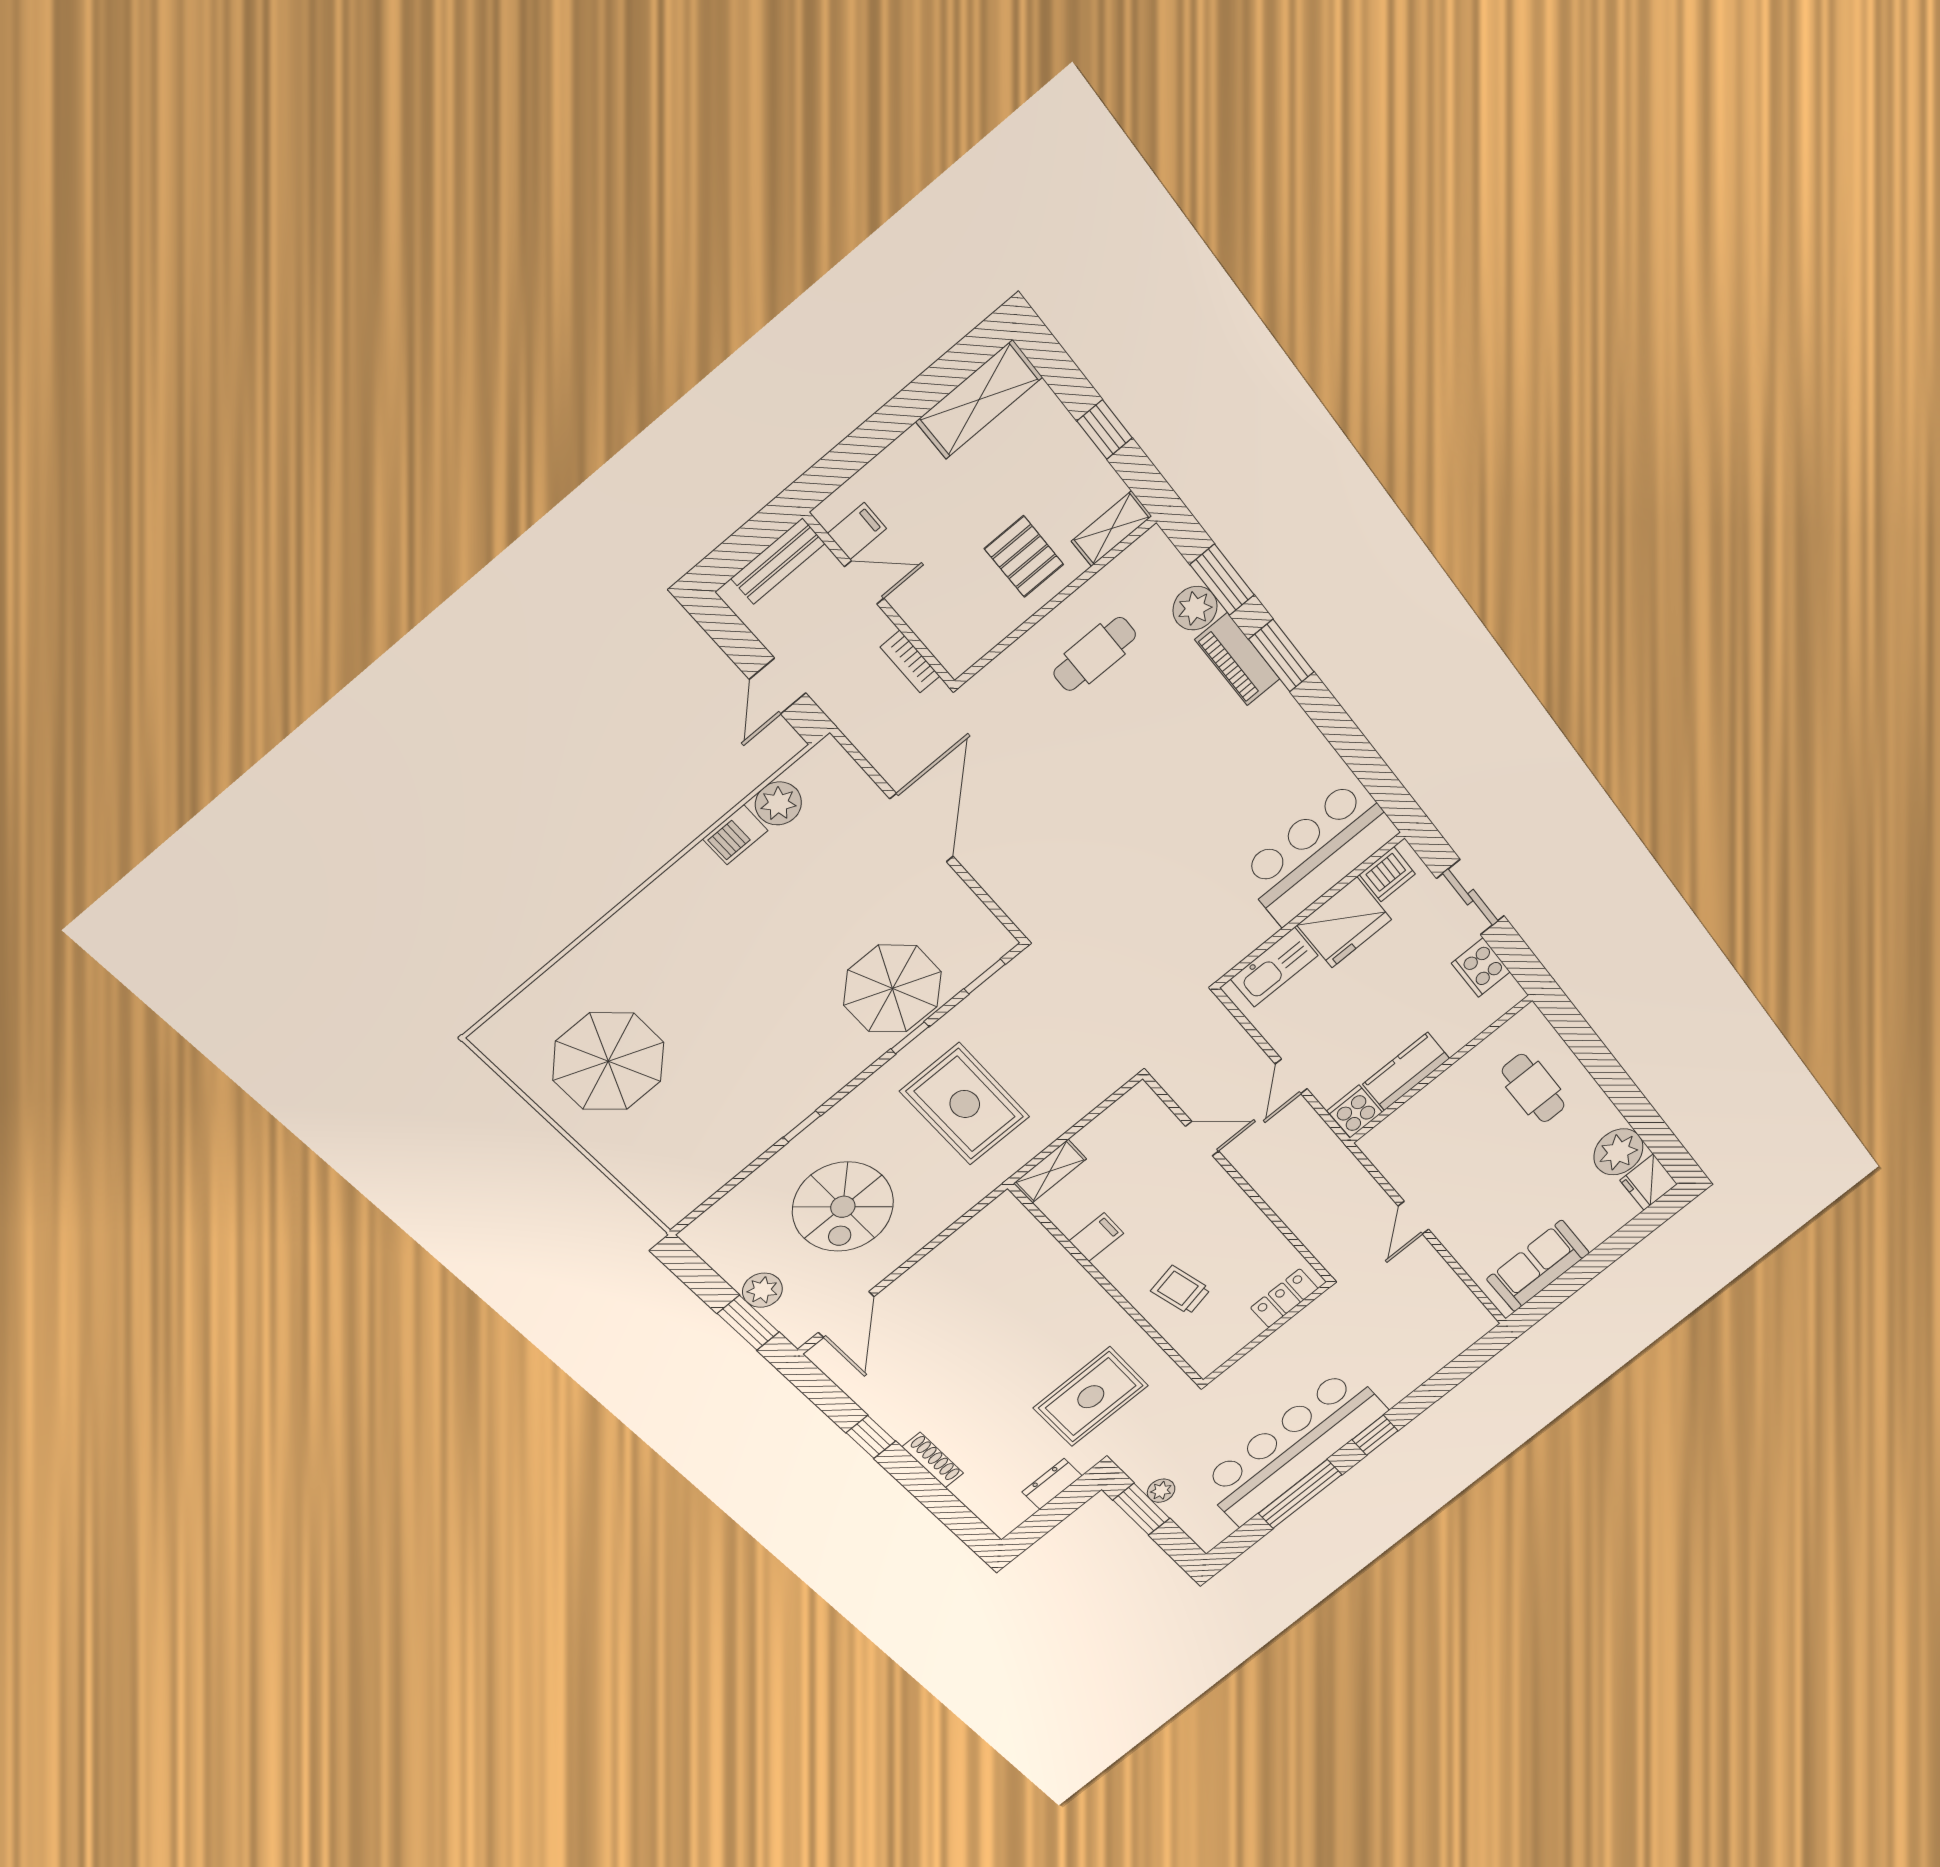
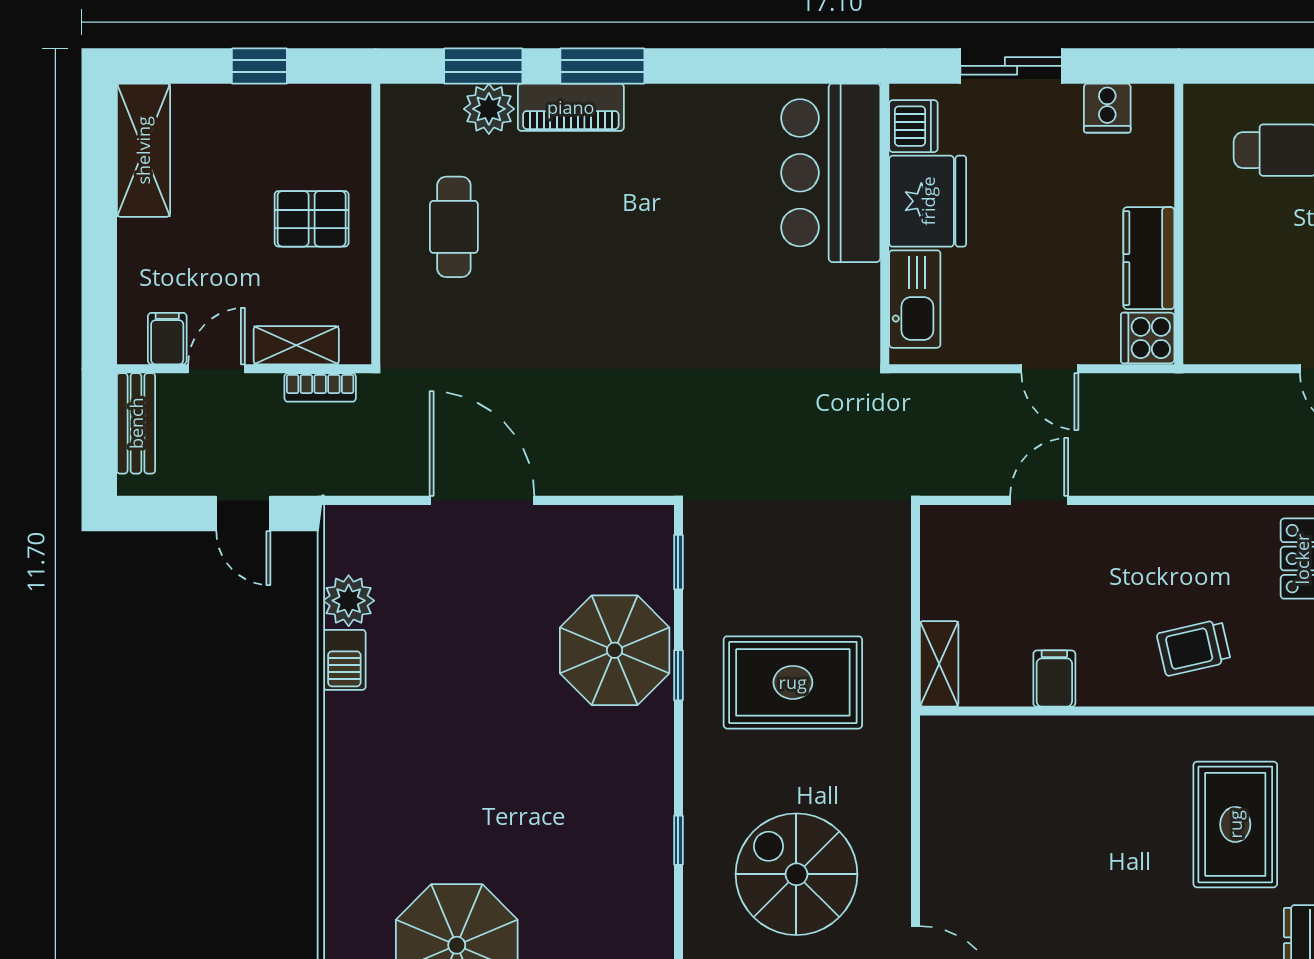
shelving: (1111, 529) -> (296, 345), moved, turned 90
cooker: (1481, 967) -> (1107, 108), width x0.73
spiral stairs: (843, 1207) -> (796, 874), turned 180

